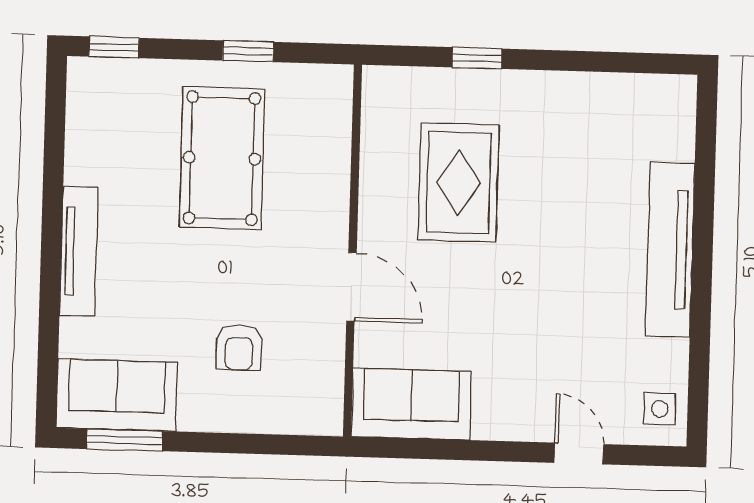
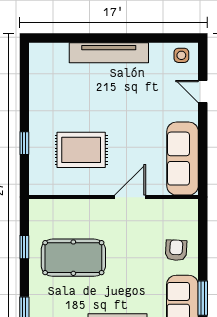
armchair: (239, 347) -> (176, 250), moved, turned -87
sofa: (411, 404) -> (183, 159), width x1.36
door: (579, 453) -> (203, 91), hinge flipped

